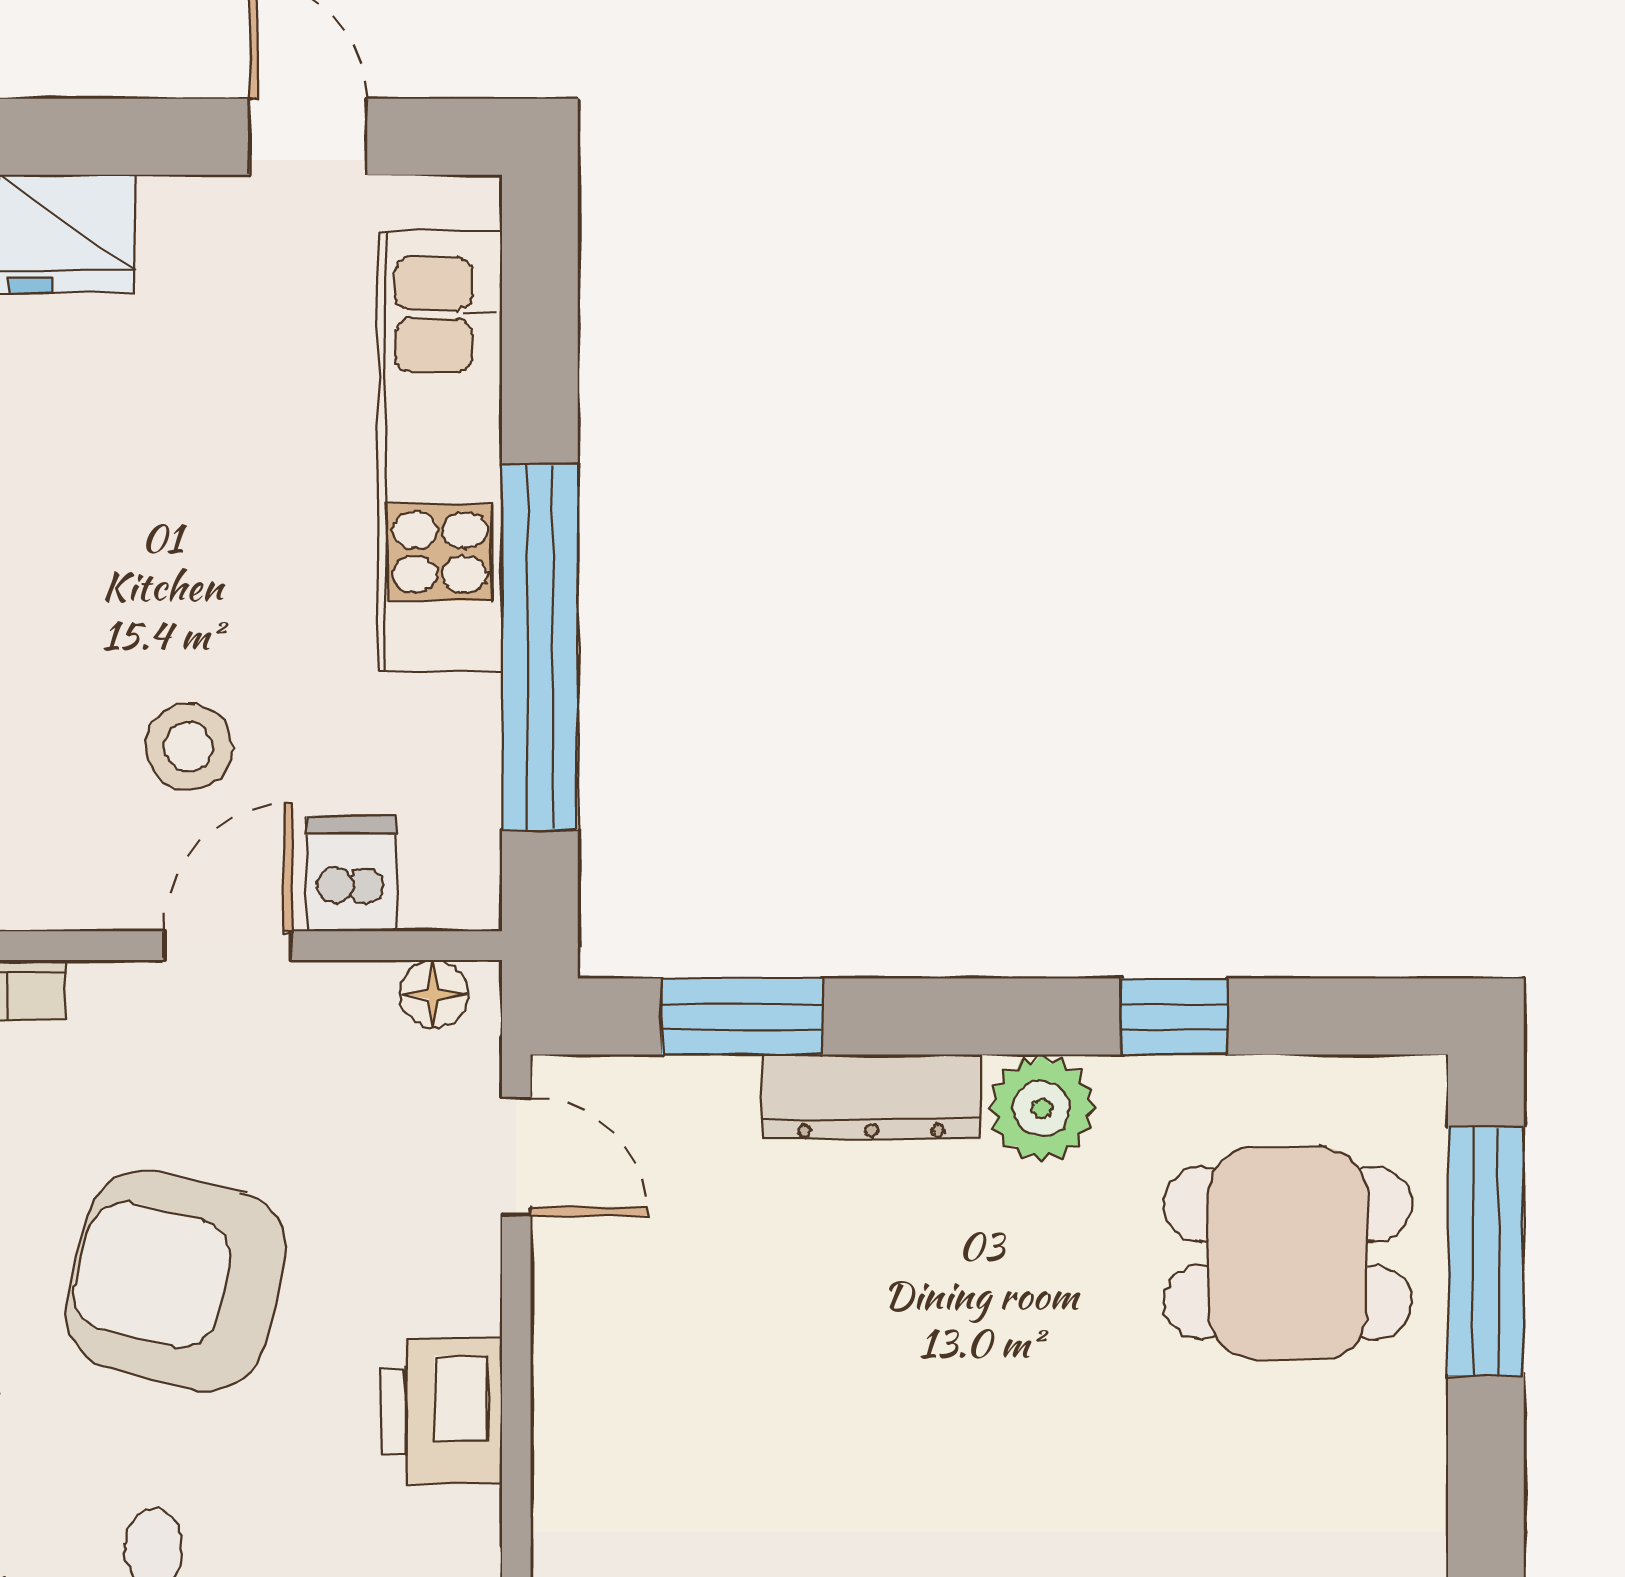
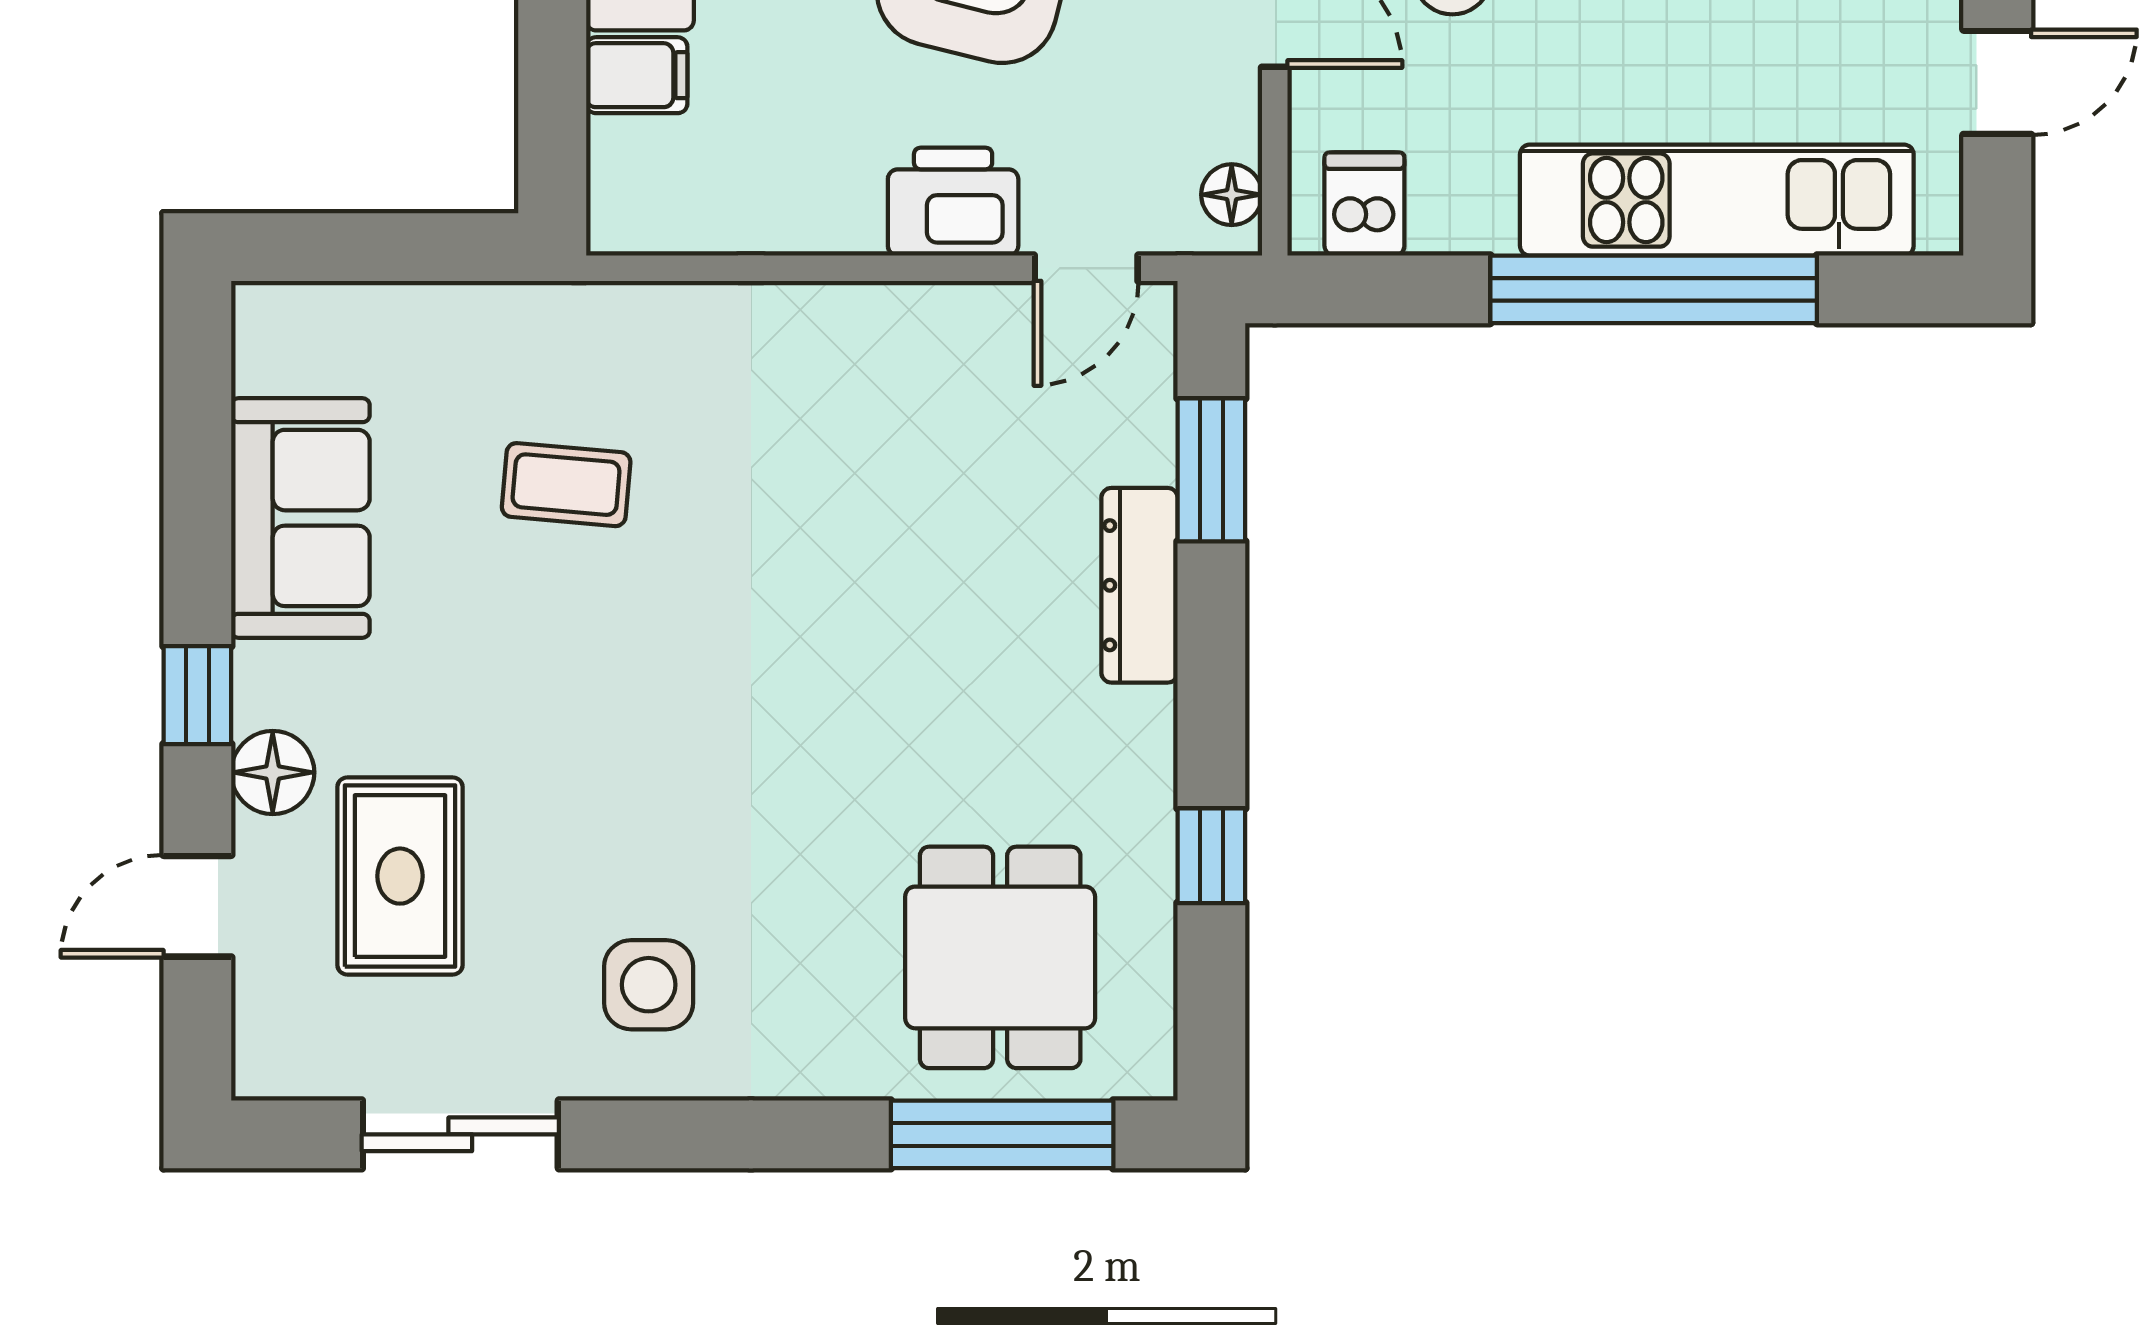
window: (540, 647) -> (1654, 289), moved
dishwasher: (351, 874) -> (1364, 204), moved, turned -90
plant: (1042, 1108) -> (1129, 738), removed
printer: (442, 1411) -> (953, 202), moved

